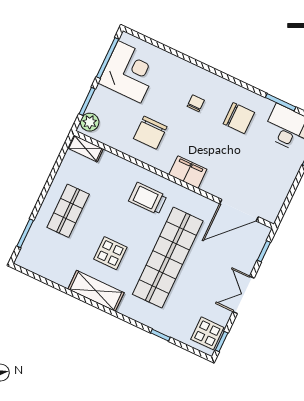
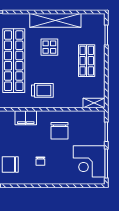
plant: (90, 122) -> (99, 120), removed
chair: (150, 133) -> (59, 131), turned 180
shelving: (96, 291) -> (55, 20), width x1.47

